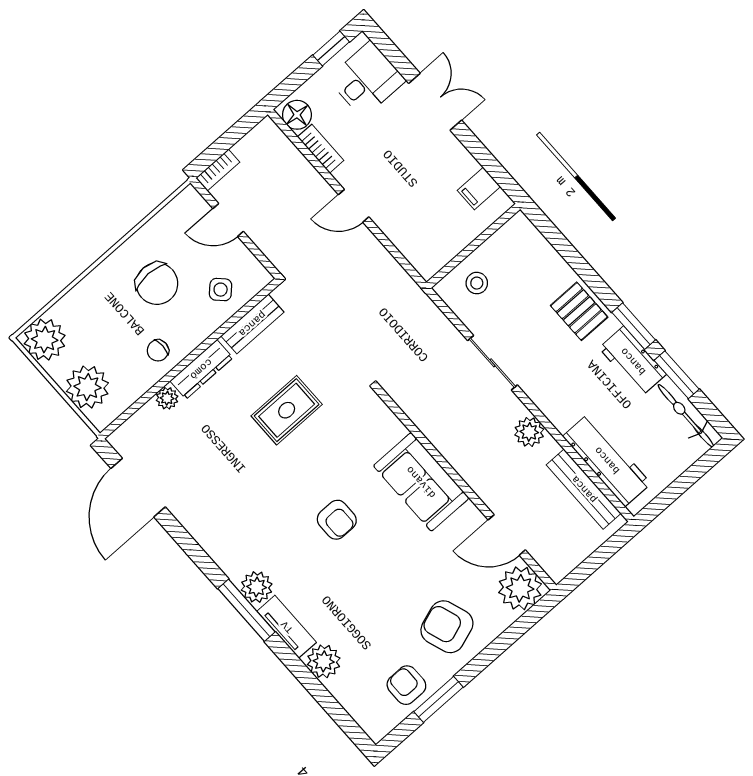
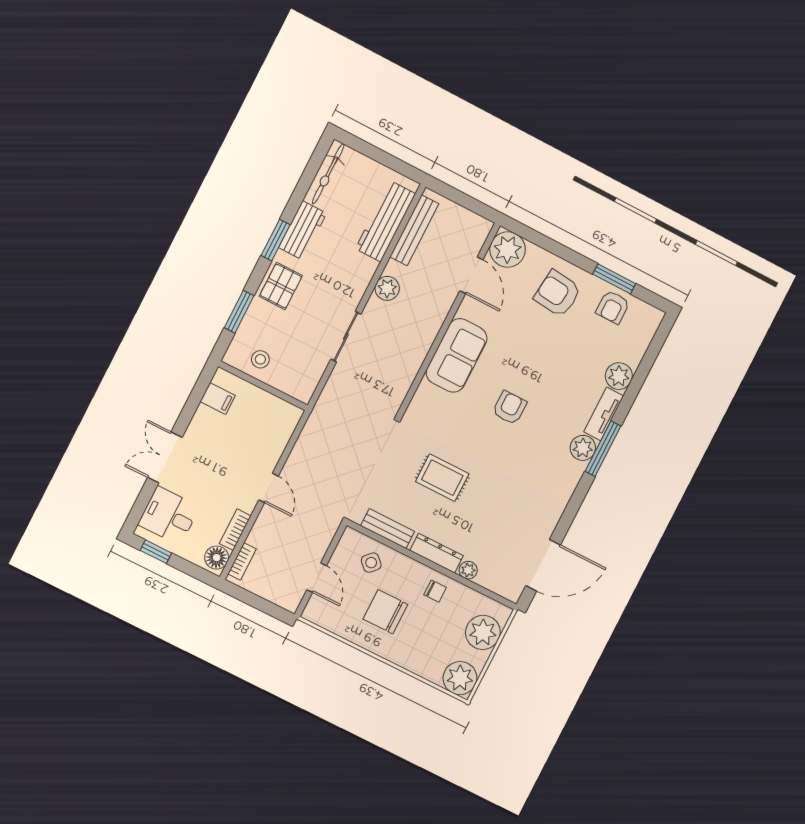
bookcase: (218, 170) -> (242, 561), moved, turned 90
stool: (477, 283) -> (260, 359), moved
chair: (157, 284) -> (385, 612), turned -90
window: (677, 375) -> (239, 312), moved
armchair: (447, 627) -> (558, 294), turned 115

